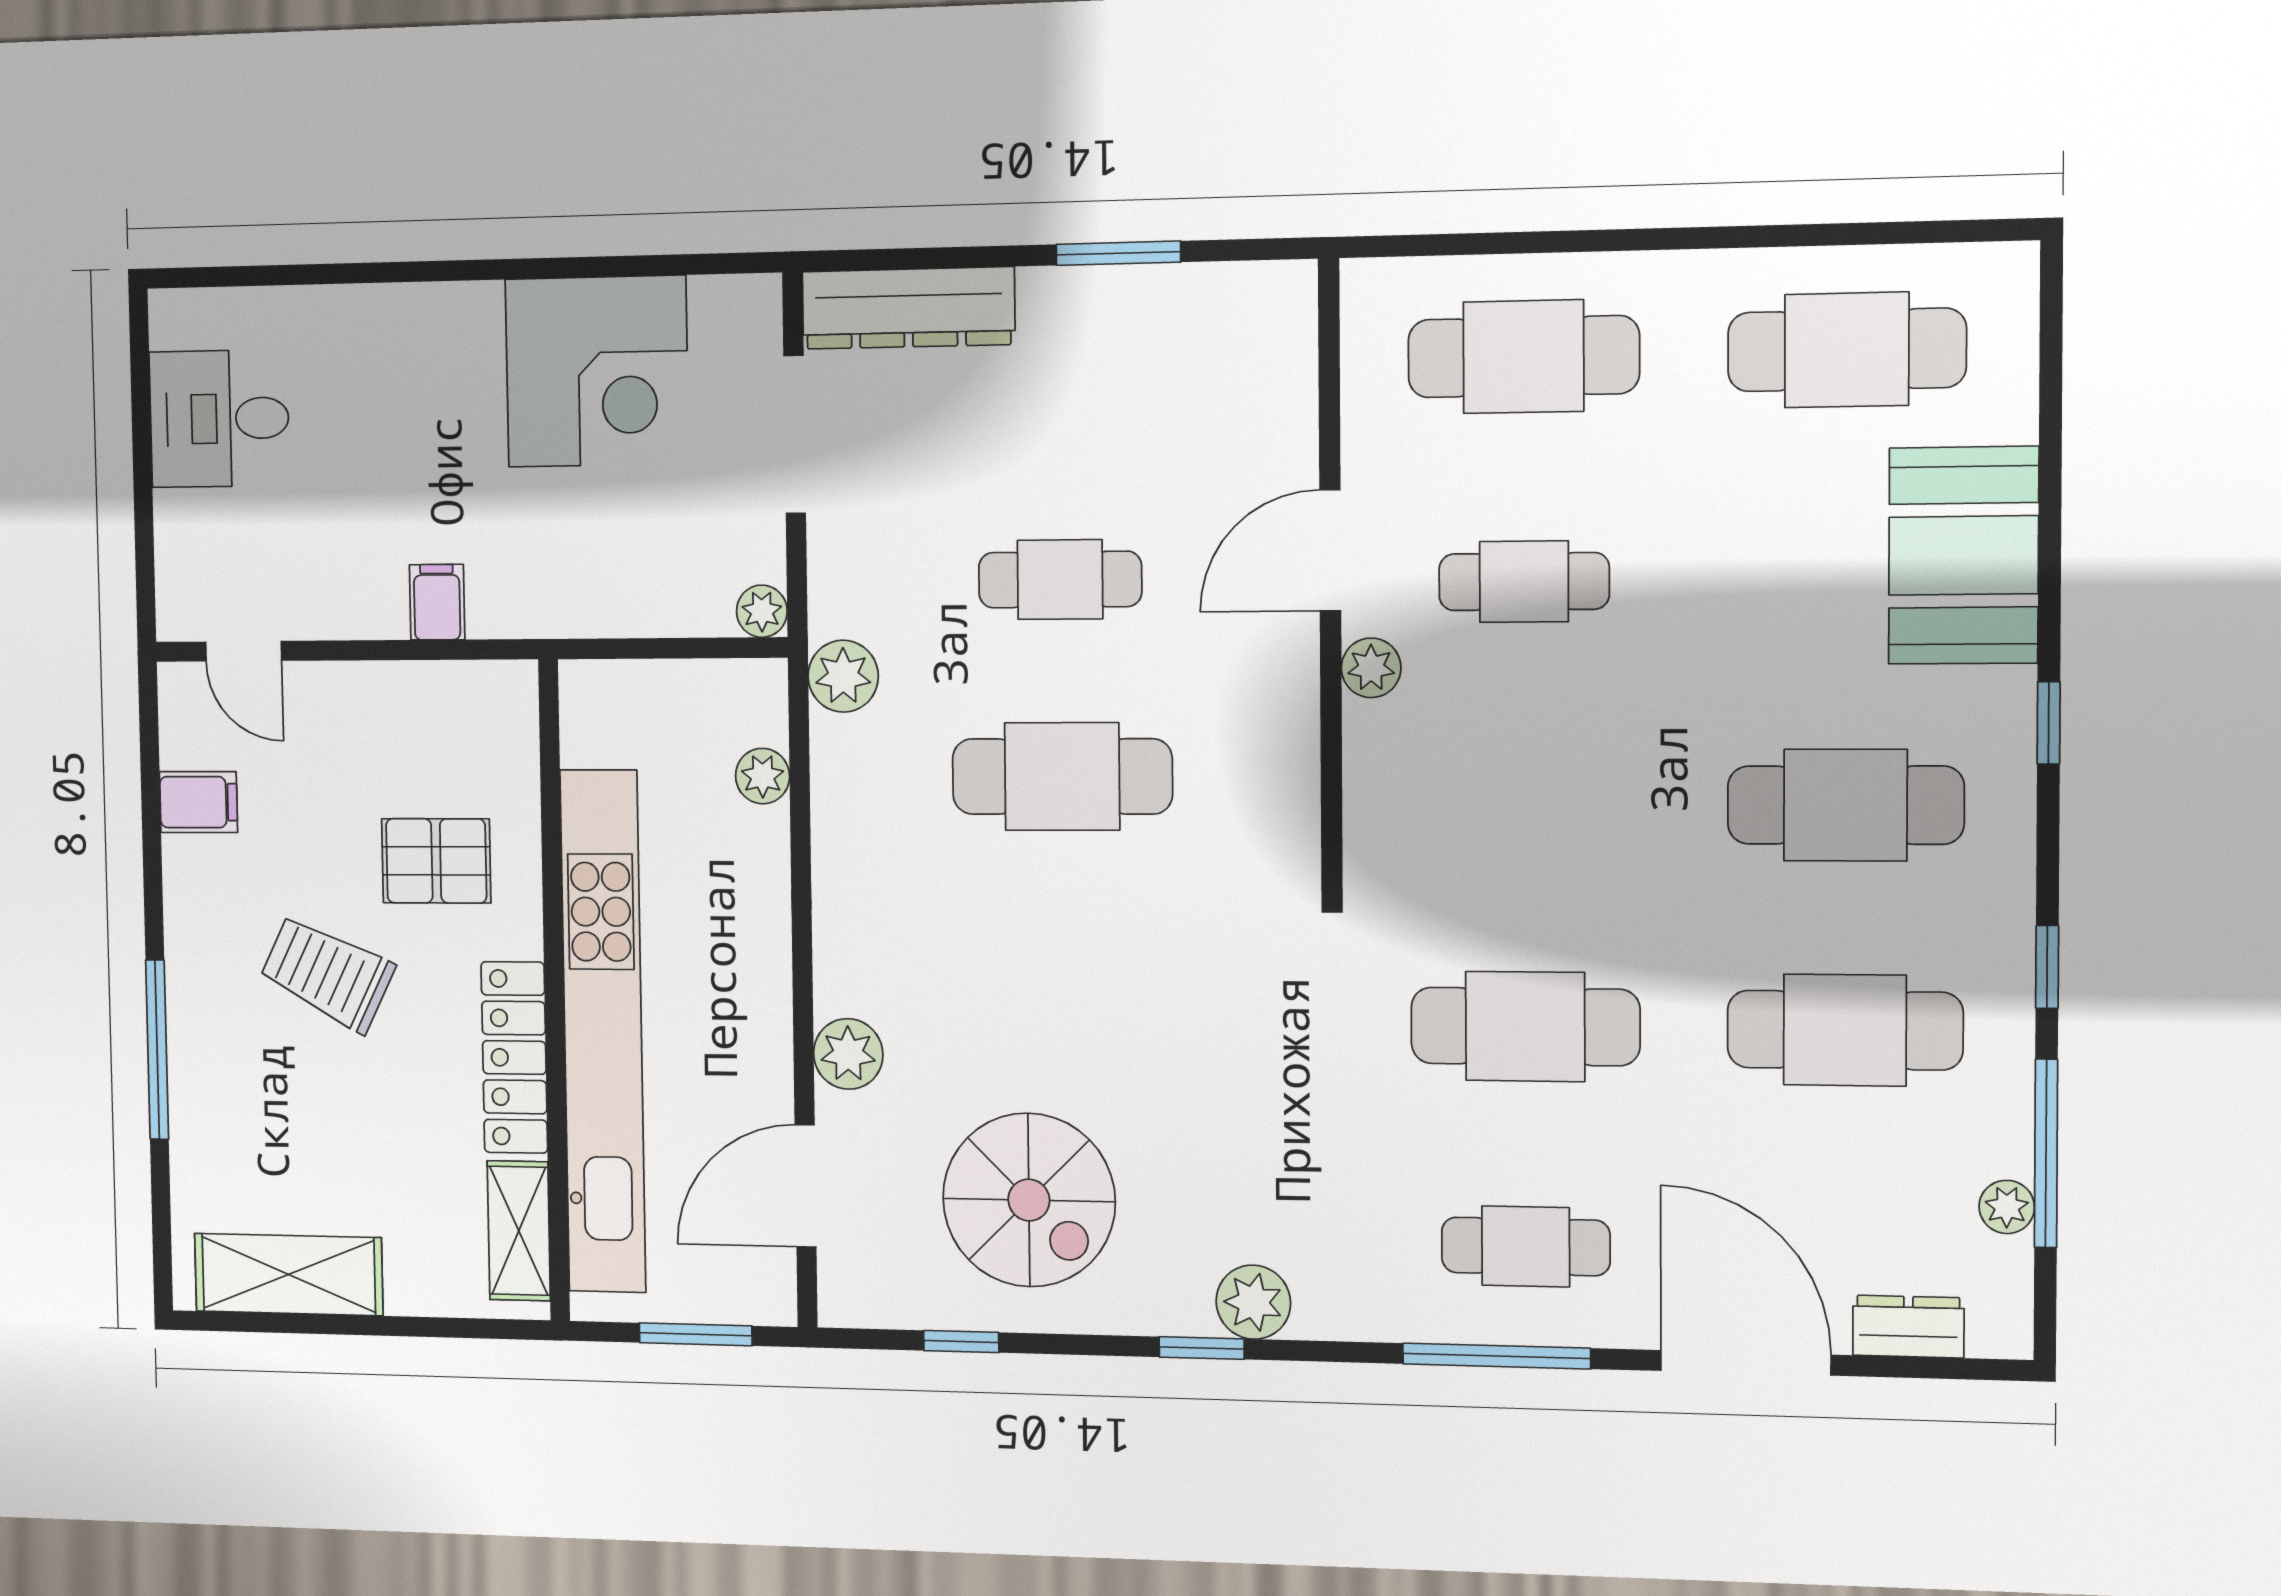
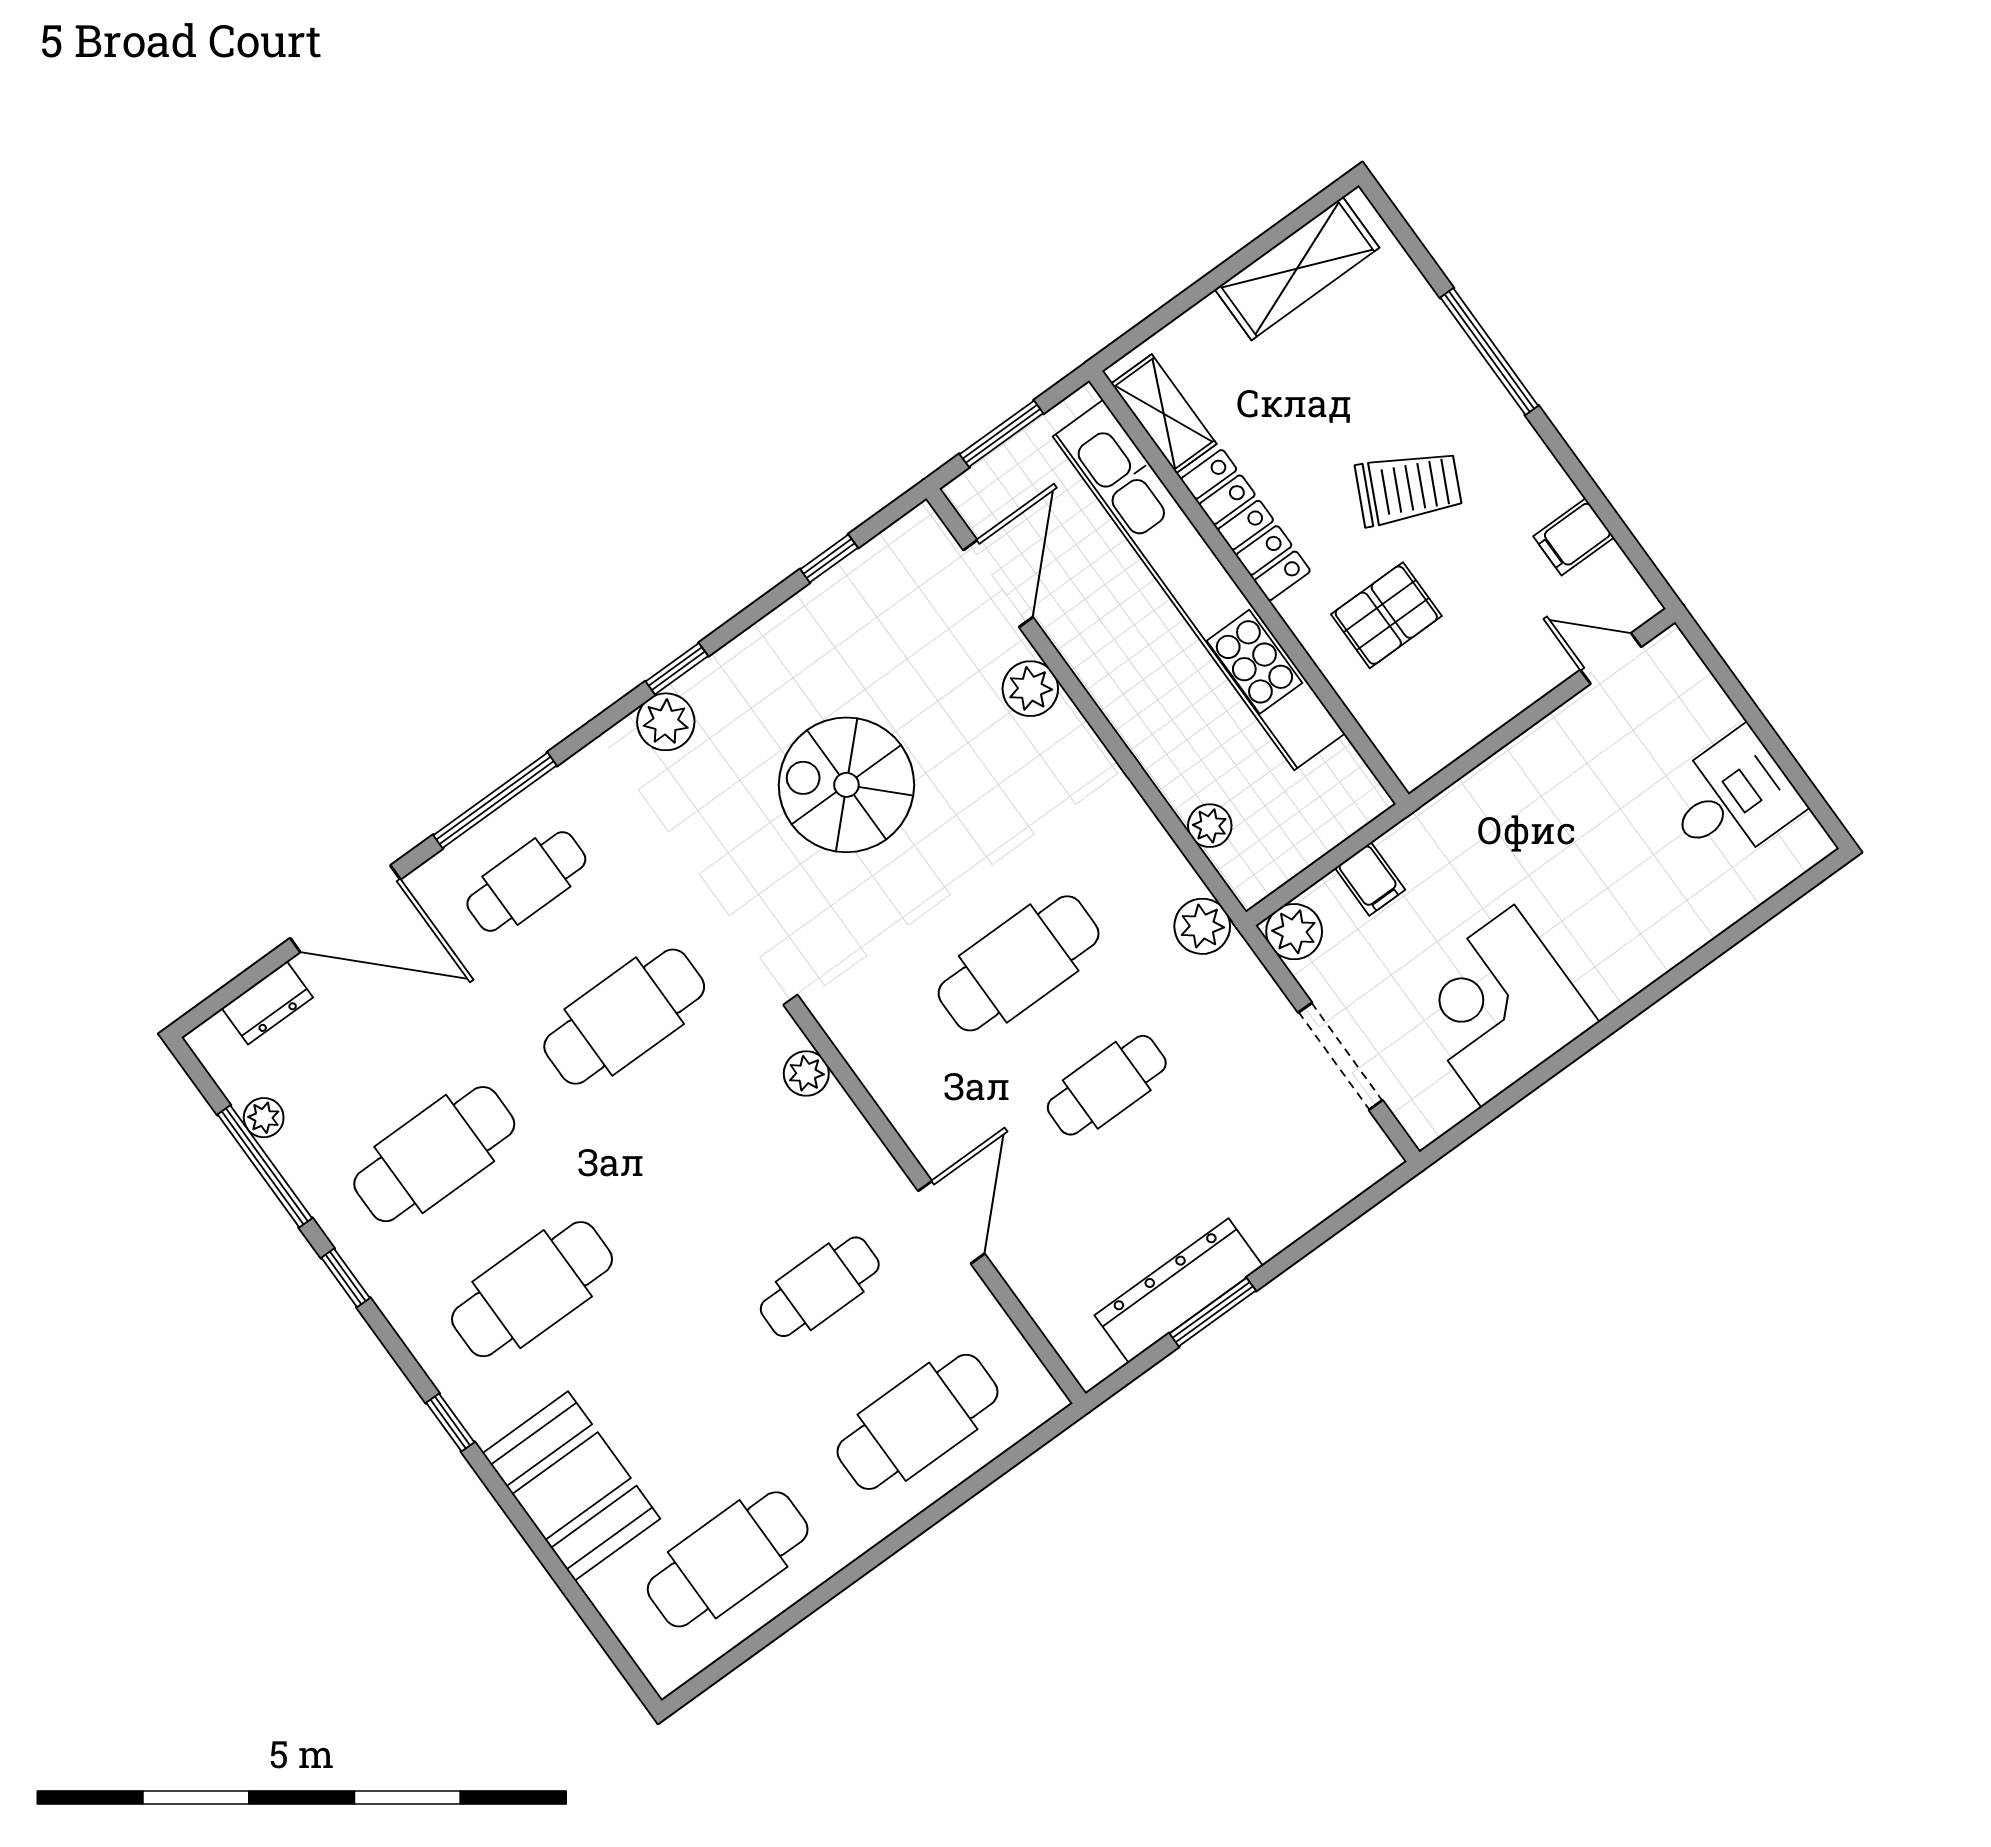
dresser: (908, 308) -> (1179, 1290), moved
filing cabinet: (437, 602) -> (1370, 879), moved
plant: (762, 611) -> (1294, 932), width x1.38, depth x1.38
plant: (1371, 668) -> (806, 1073), moved
spiral stairs: (1029, 1200) -> (846, 785), moved

